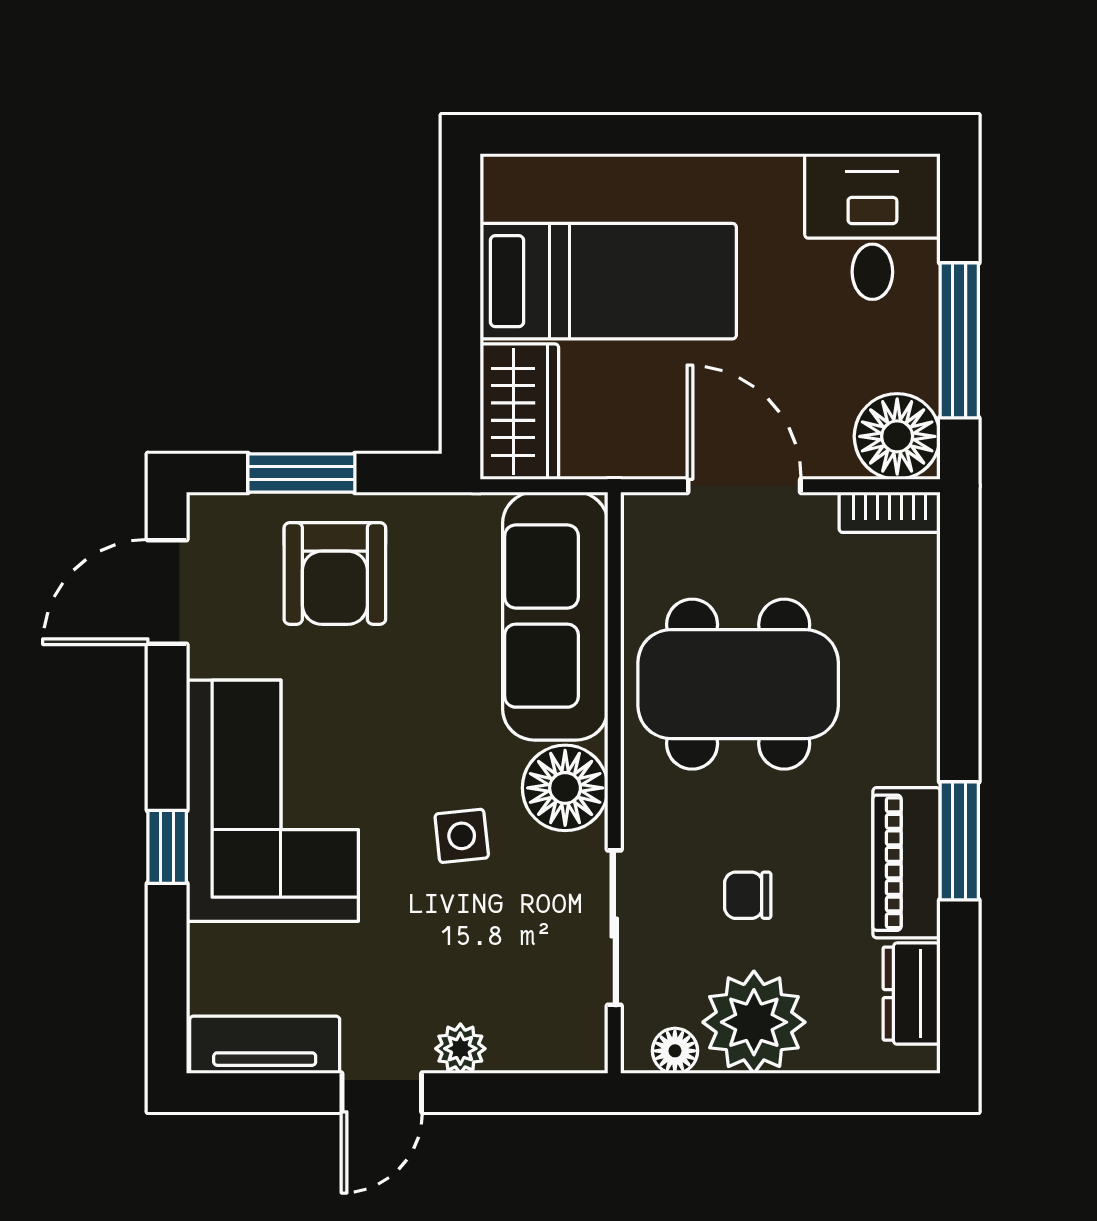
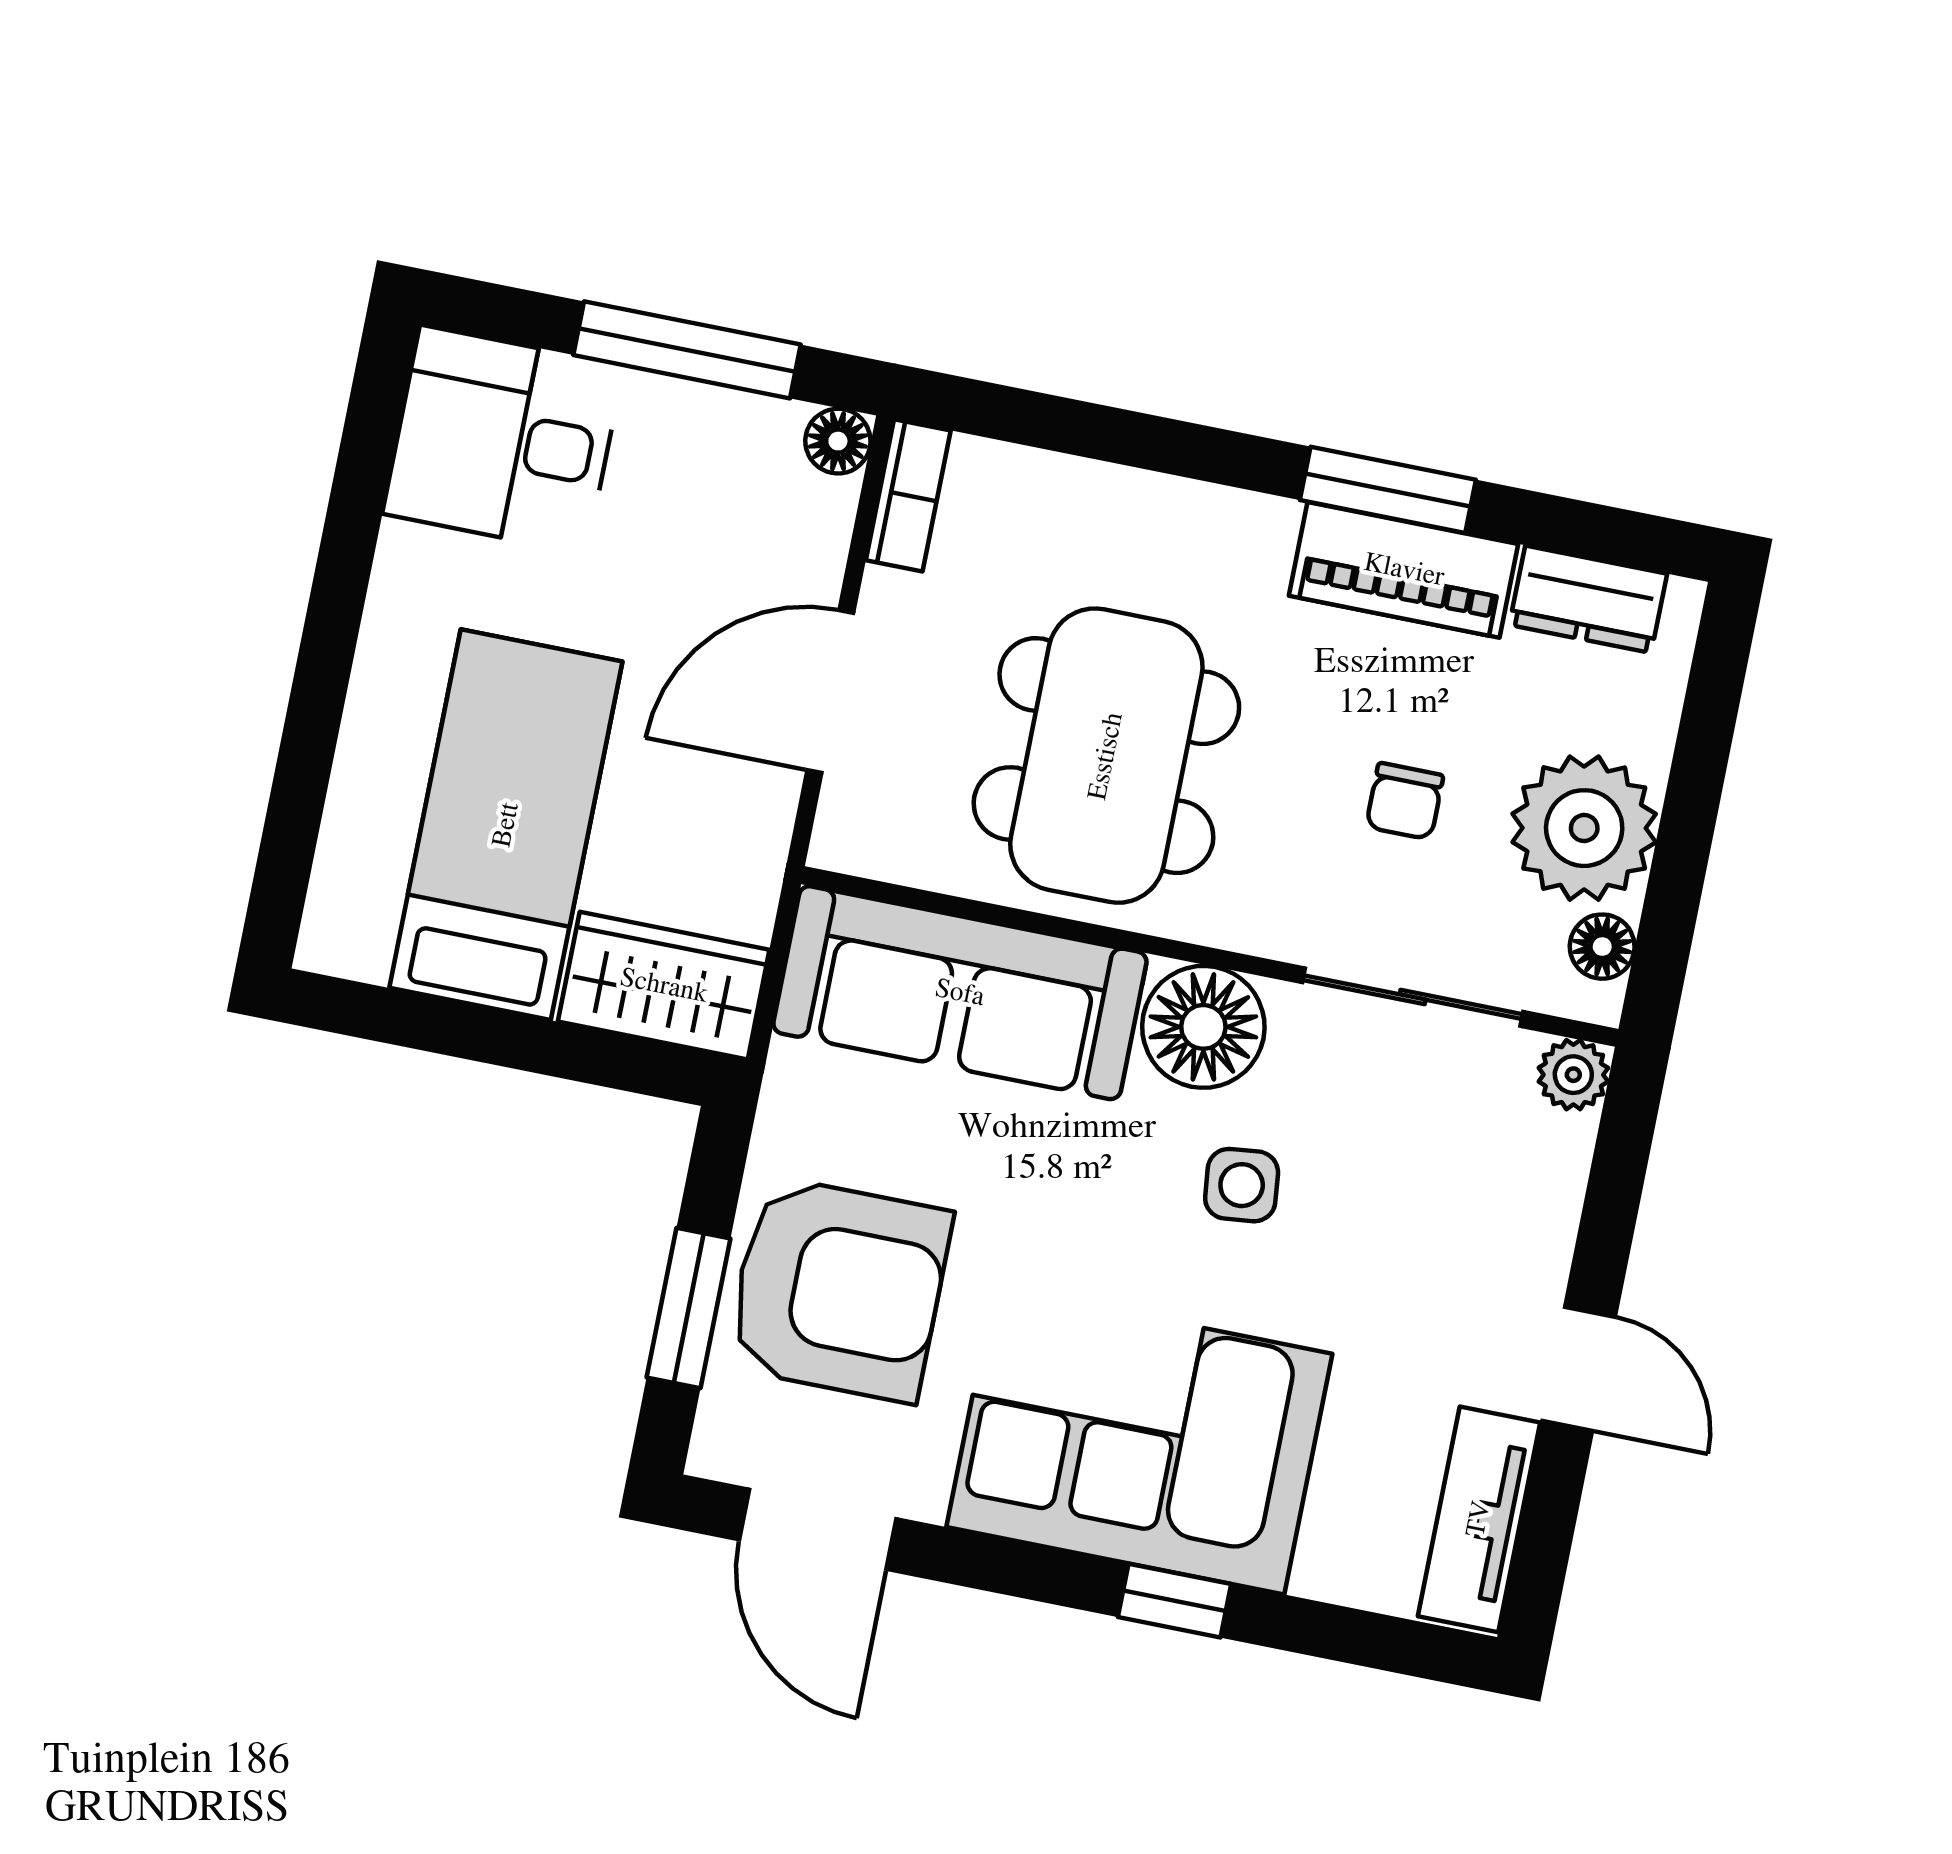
floor lamp: (897, 436) -> (838, 441), width x0.53, depth x0.53
armchair: (335, 573) -> (839, 1289), width x1.36, depth x1.36
plant: (460, 1049) -> (1573, 1075), moved

